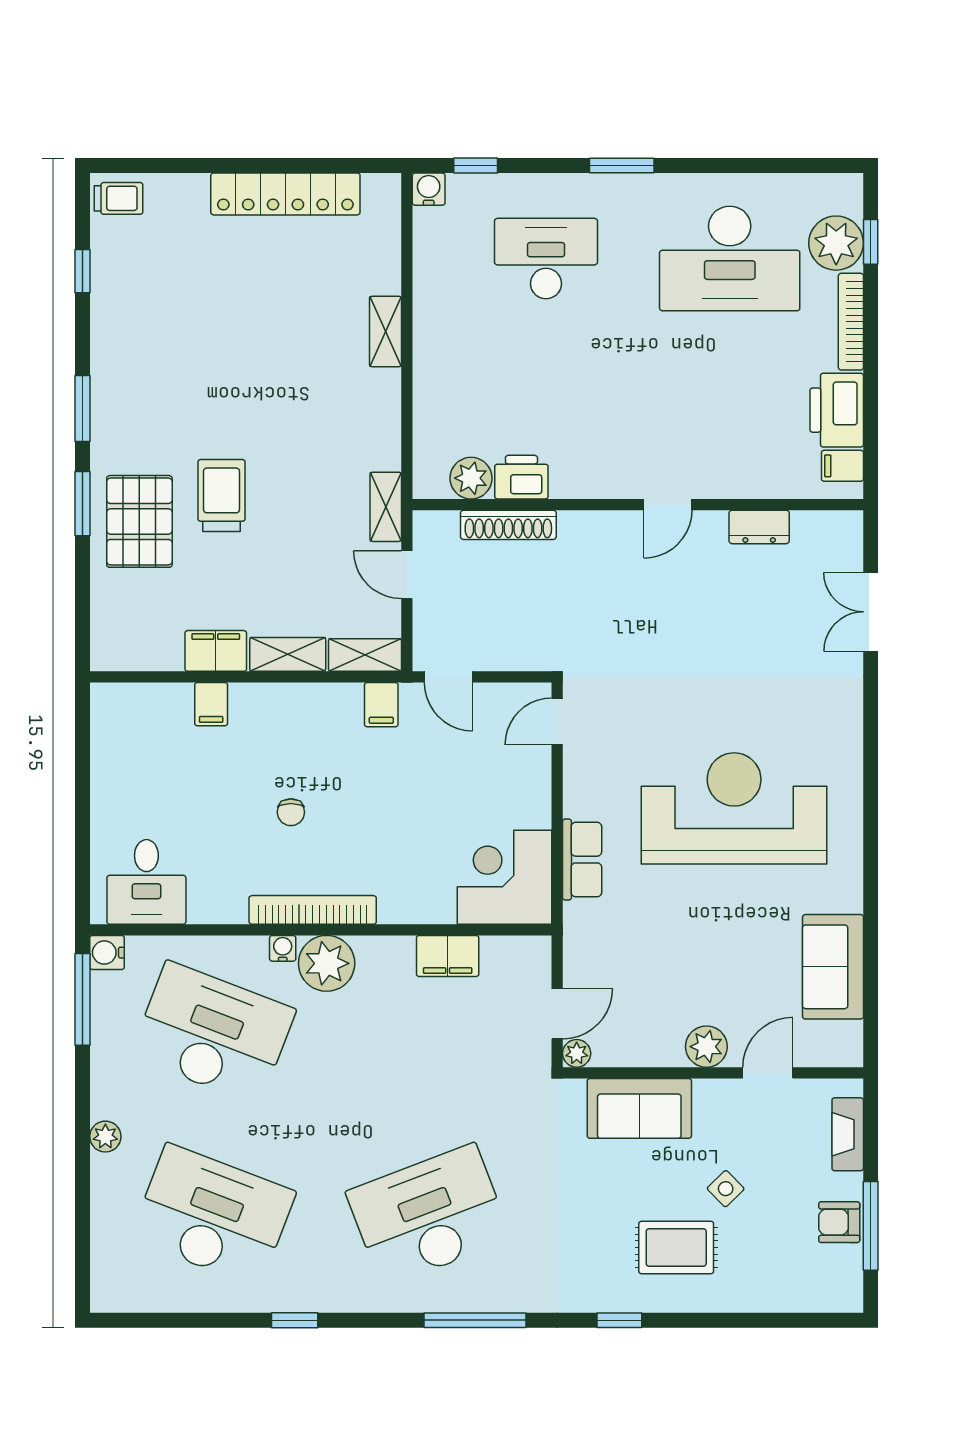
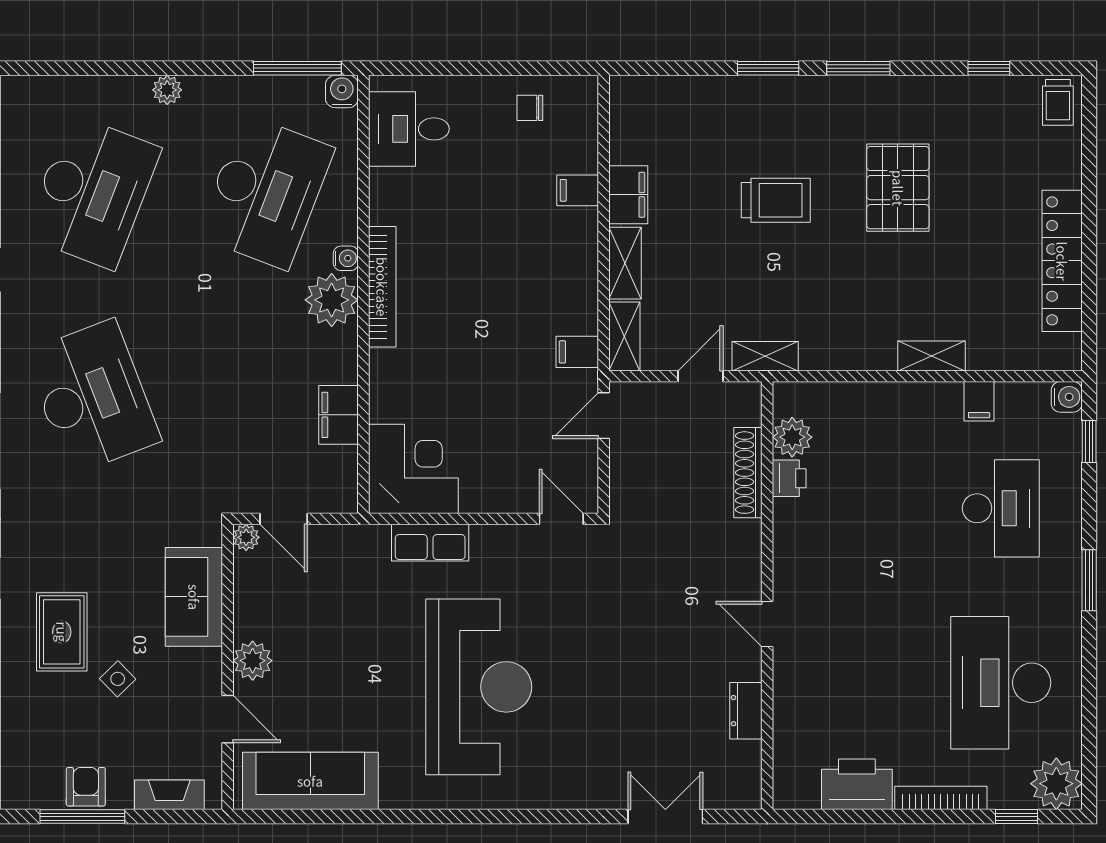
plant: (836, 243) -> (1056, 784), moved
filing cabinet: (842, 466) -> (979, 401), moved, turned 180
printer: (521, 477) -> (789, 478), width x0.73, depth x0.81
pallet: (139, 521) -> (898, 188), moved, turned 90
chair: (291, 812) -> (530, 108), moved
sofa: (833, 967) -> (310, 781), width x1.36

